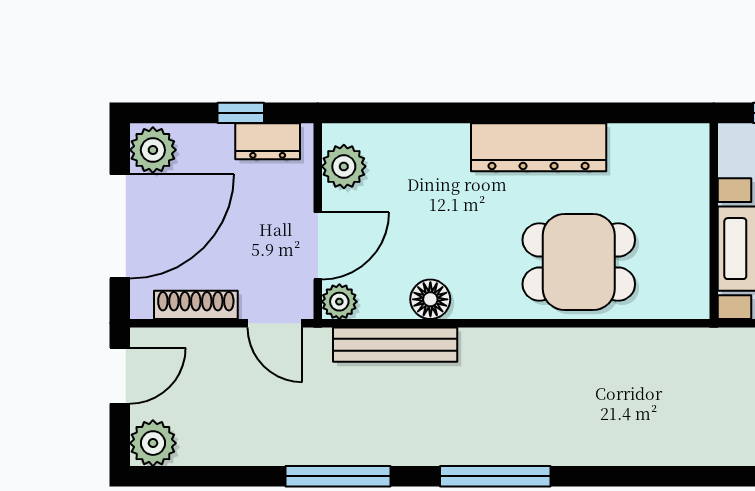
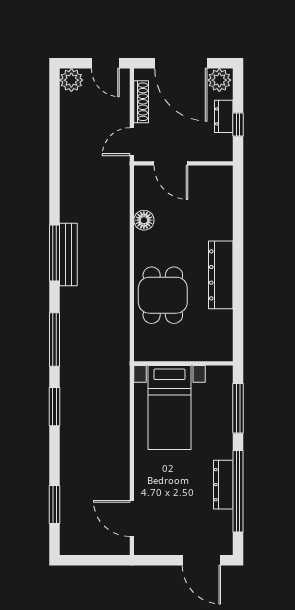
dresser: (268, 141) -> (224, 116), moved
plant: (344, 166) -> (211, 176), removed
plant: (339, 302) -> (143, 174), removed
bench: (395, 345) -> (68, 255), moved
window: (338, 476) -> (55, 340), moved

